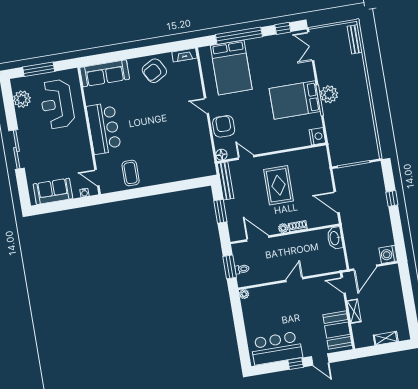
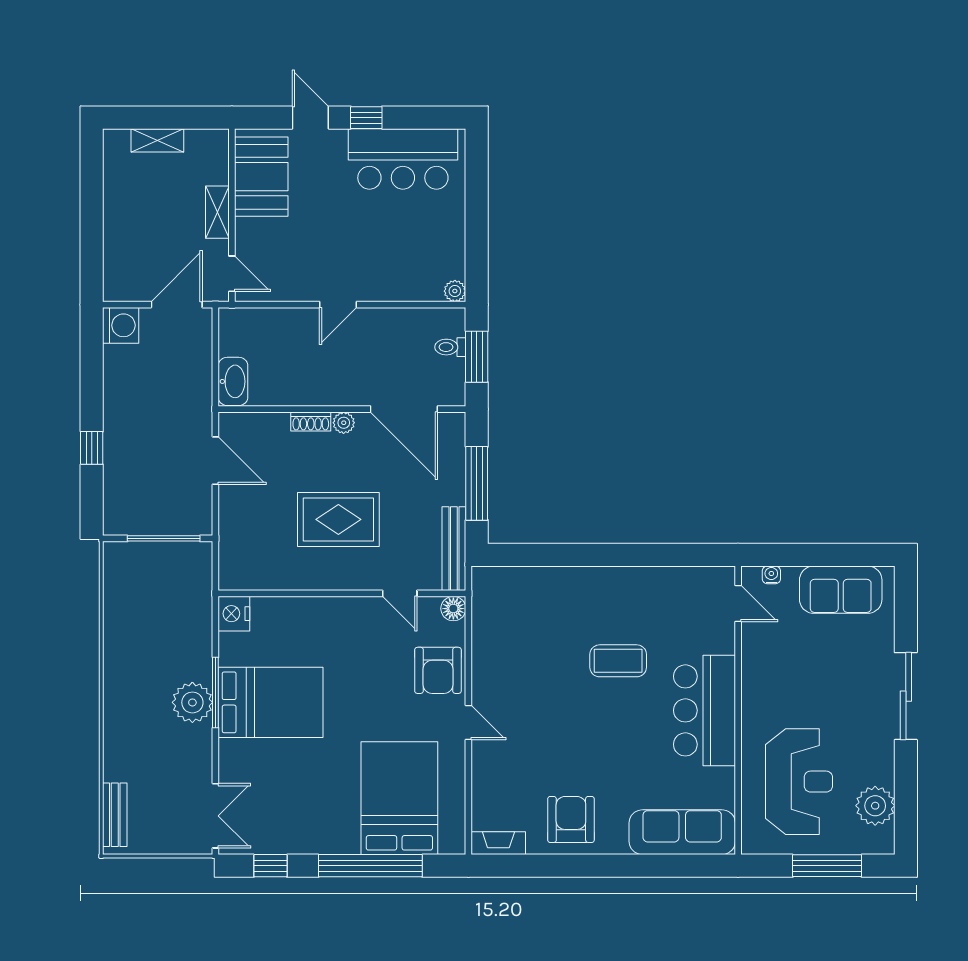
armchair: (154, 71) -> (571, 819), turned -61
coffee table: (131, 173) -> (618, 661), moved, turned 90
rug: (278, 185) -> (338, 519), turned 90
window: (220, 211) -> (477, 483), width x1.44
door: (258, 238) -> (404, 409), width x1.36

